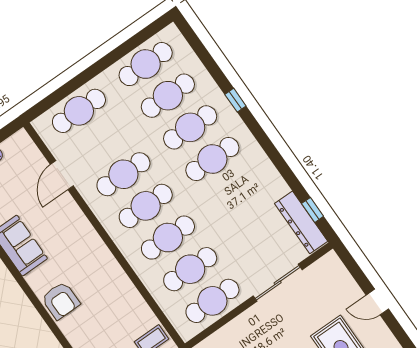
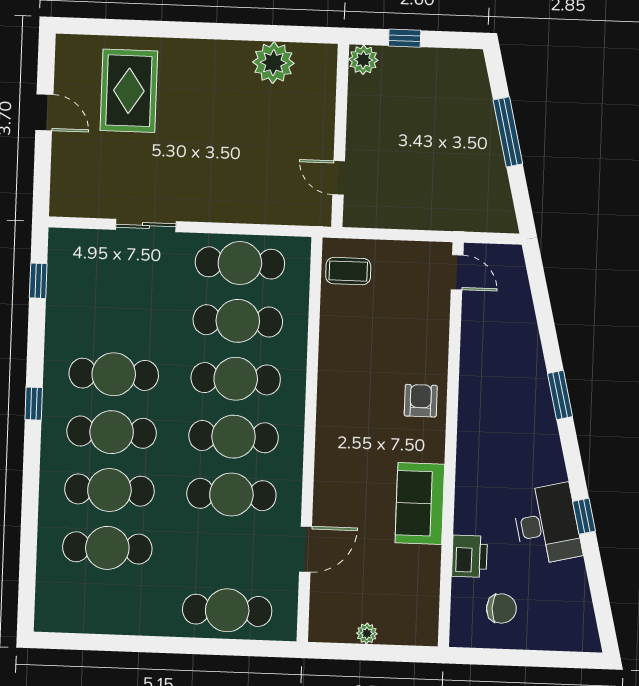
cafe table: (146, 64) -> (114, 374), moved
window: (235, 100) -> (34, 404), moved
dresser: (301, 222) -> (63, 276), removed
sliding door: (278, 283) -> (146, 225), width x0.73
armchair: (61, 301) -> (421, 401), width x0.72, depth x0.72

